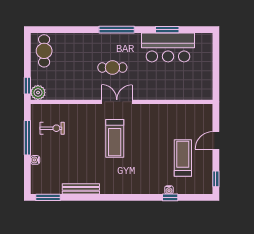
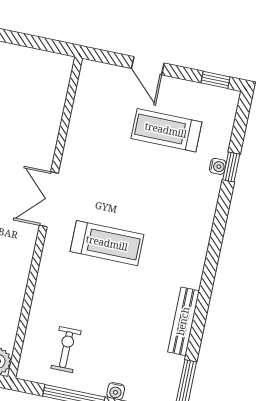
double door: (117, 102) -> (49, 199), moved

